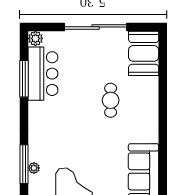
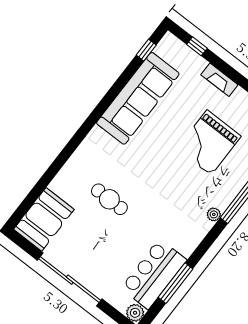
cafe table: (111, 100) -> (109, 199), turned 90
plant: (34, 168) -> (214, 214), moved

